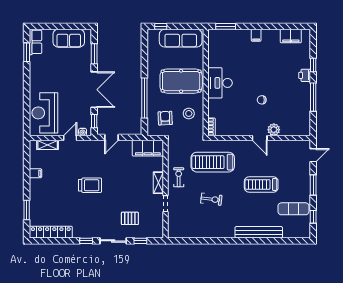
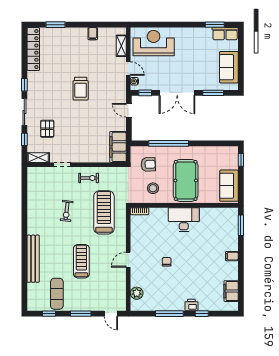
sofa: (181, 38) -> (229, 186), width x0.73
plant: (274, 130) -> (137, 293), moved
shelving: (158, 183) -> (38, 158), moved

